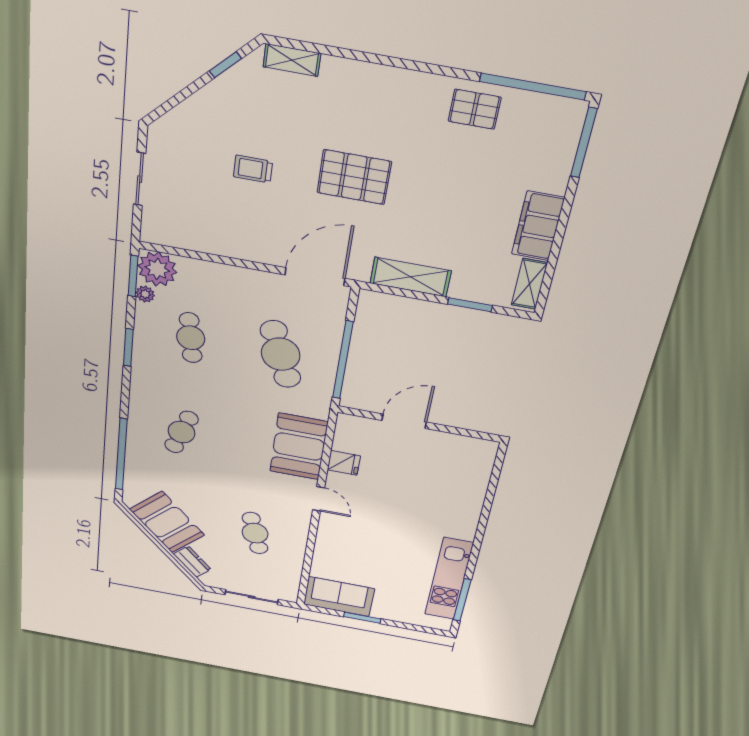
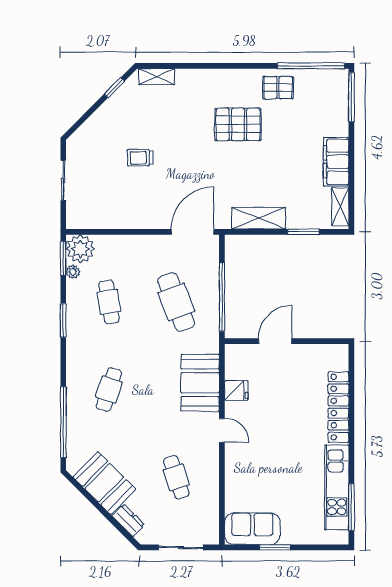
pallet: (354, 177) -> (238, 124), moved
locker: (470, 503) -> (338, 407), added

